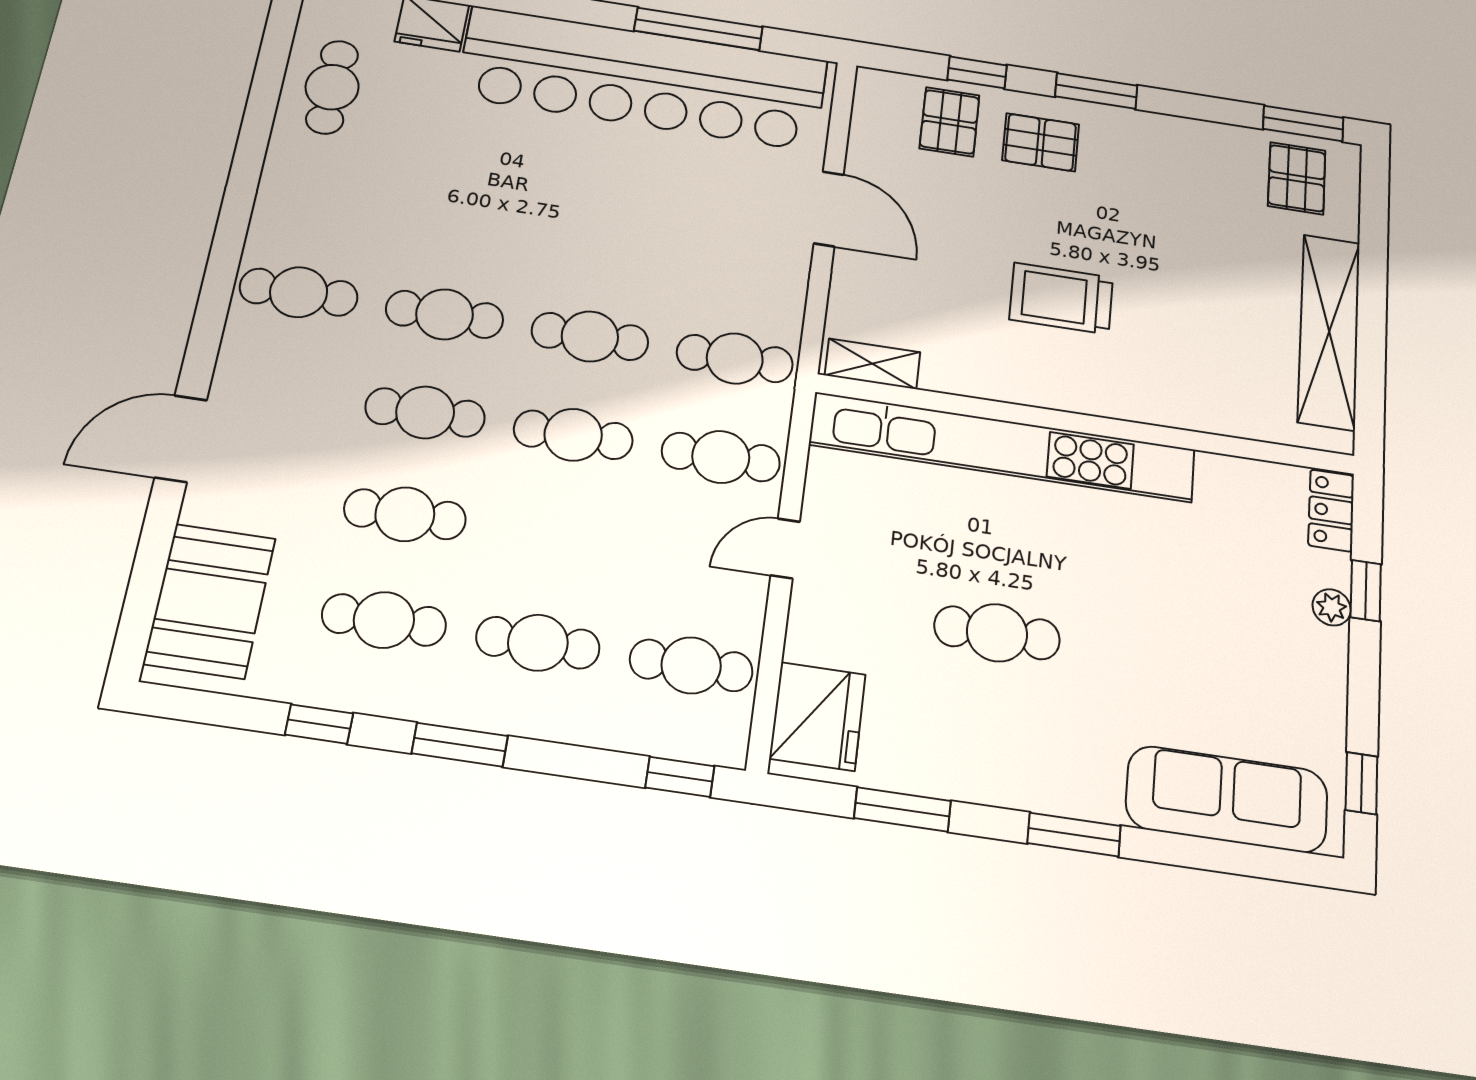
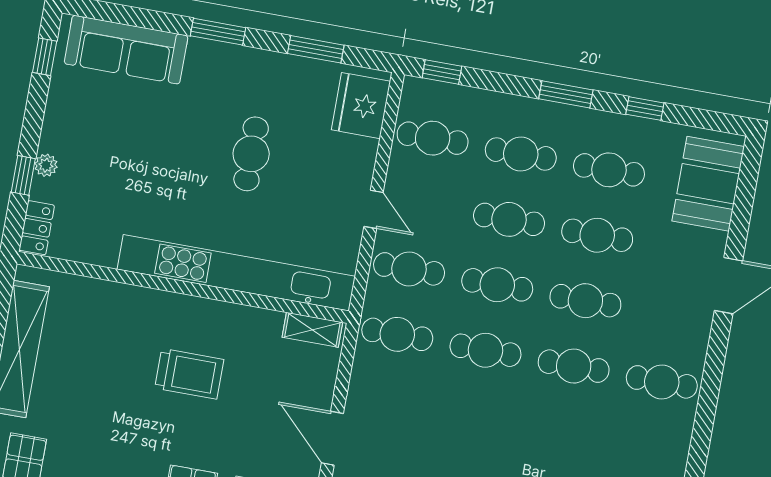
cafe table: (556, 537) -> (509, 219), added
door: (785, 549) -> (374, 209), hinge flipped
cafe table: (997, 633) -> (251, 154), turned 90

